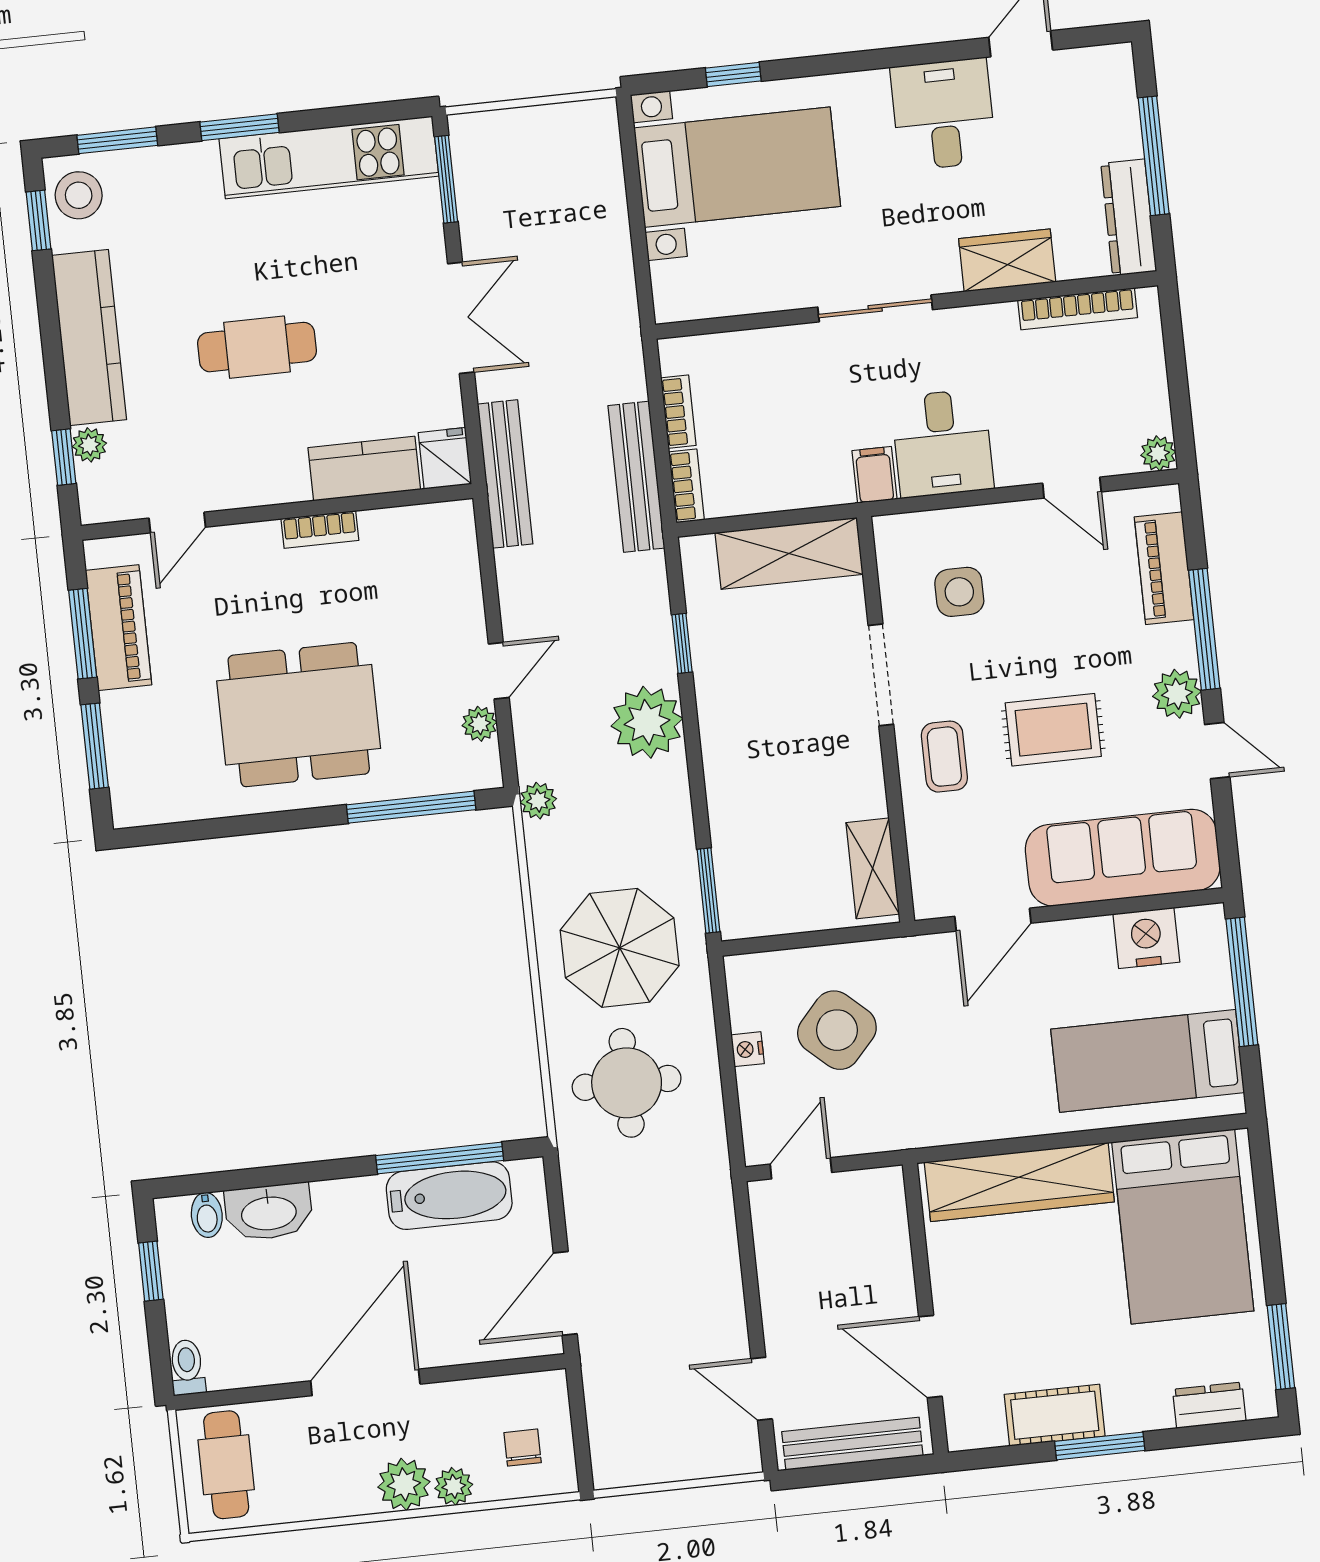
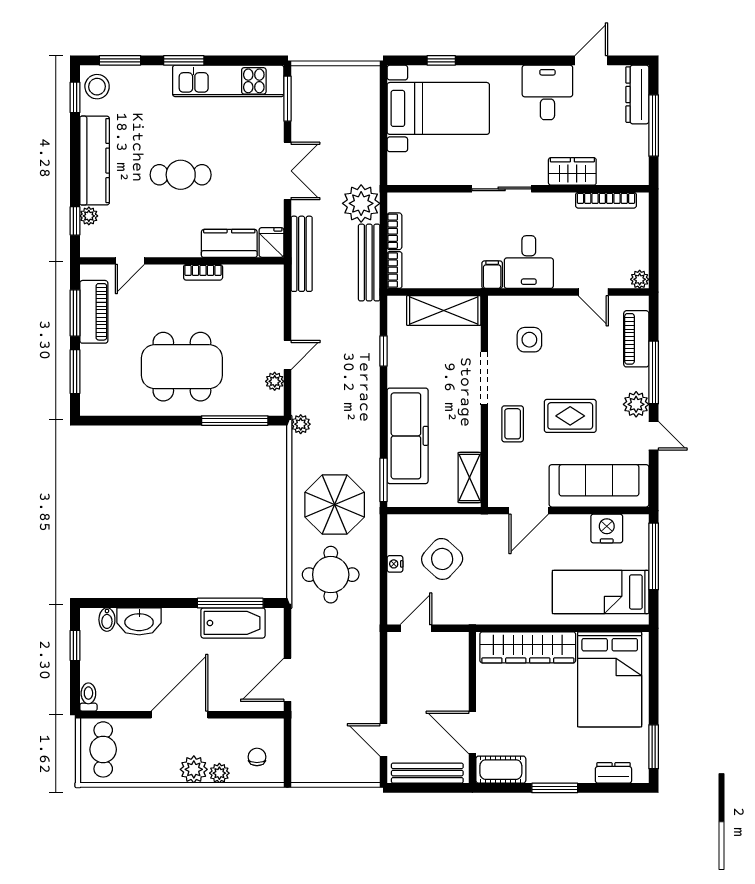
dresser: (1129, 217) -> (637, 95), moved
plant: (647, 722) -> (361, 203), moved
freezer: (746, 801) -> (408, 436), added
cot: (1055, 1415) -> (501, 770), moved

